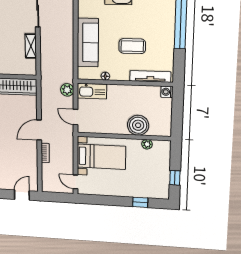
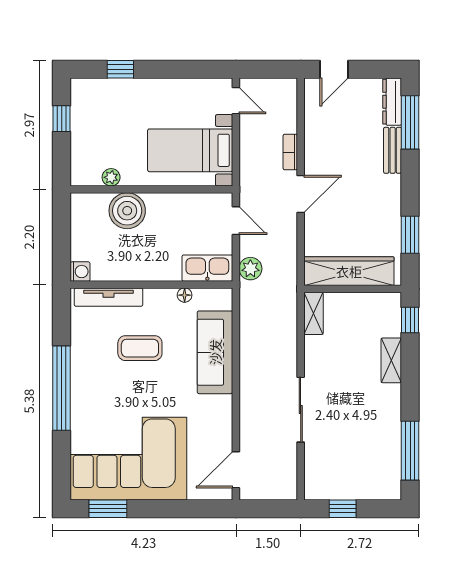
shelving: (31, 46) -> (314, 313), moved

